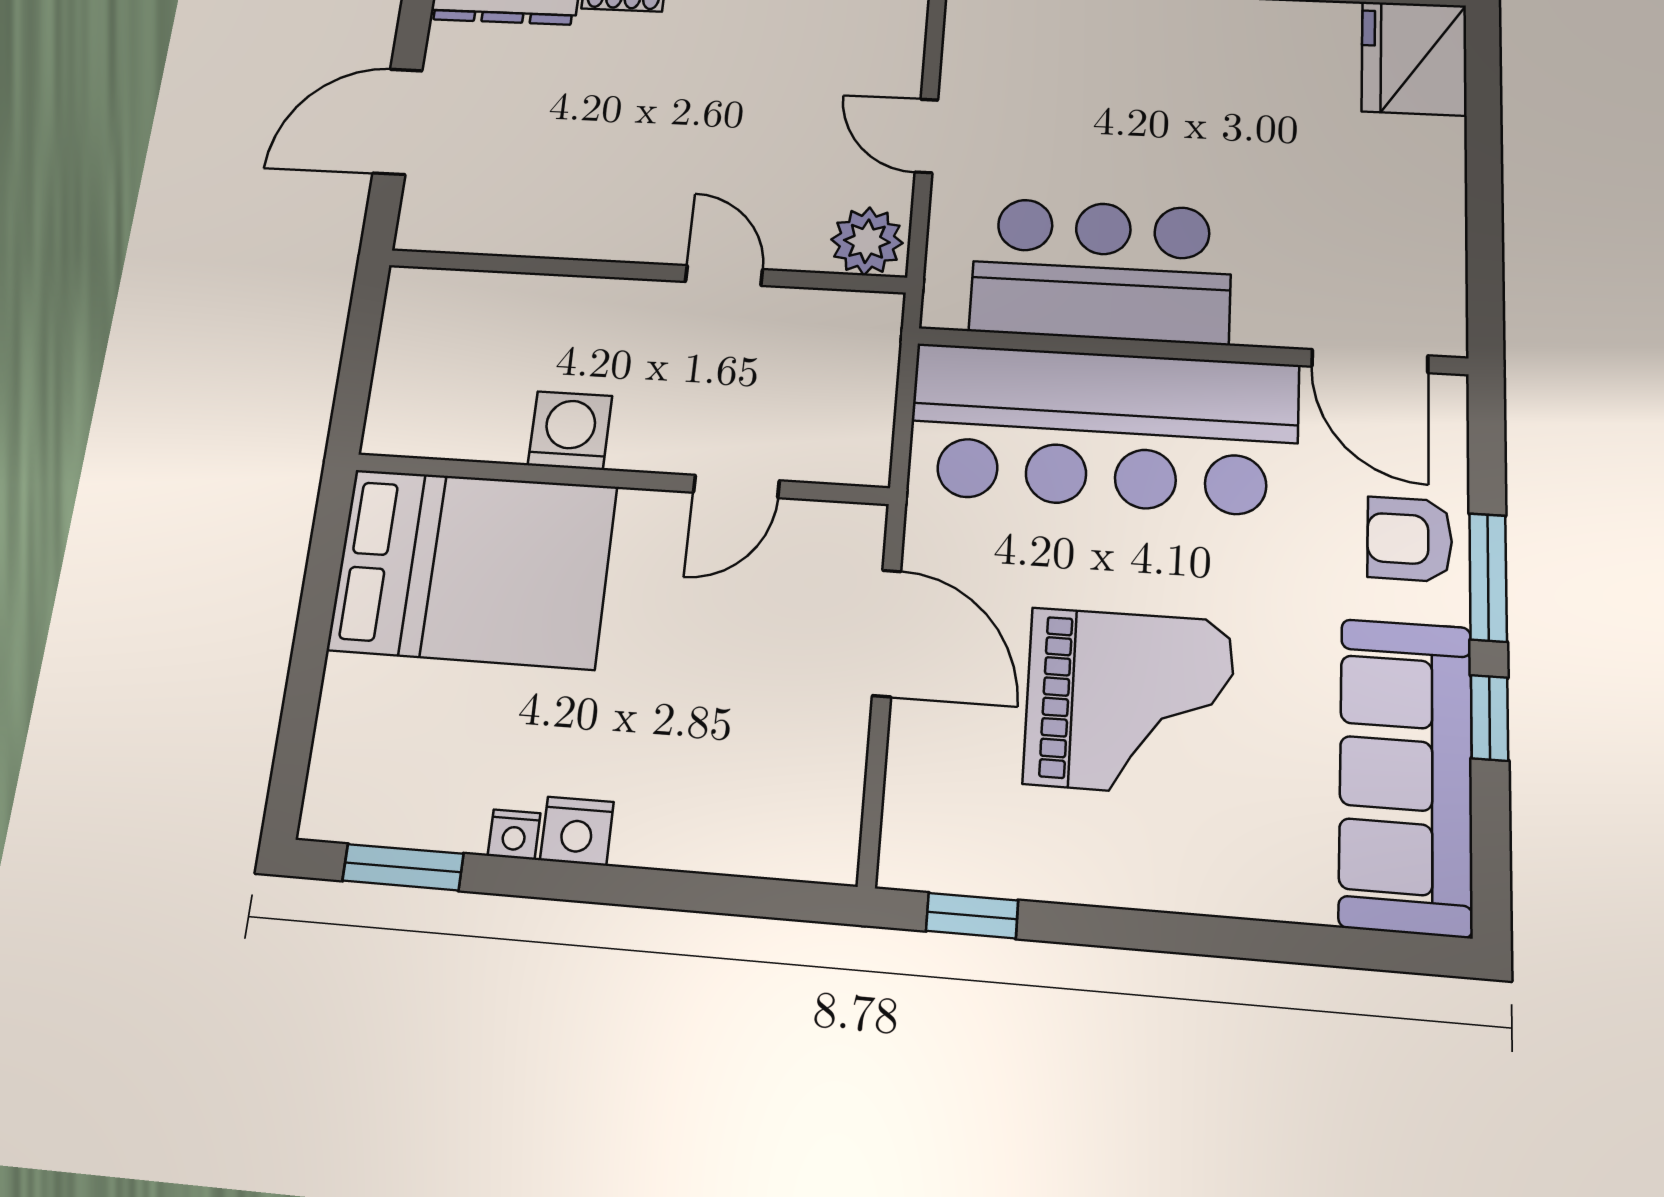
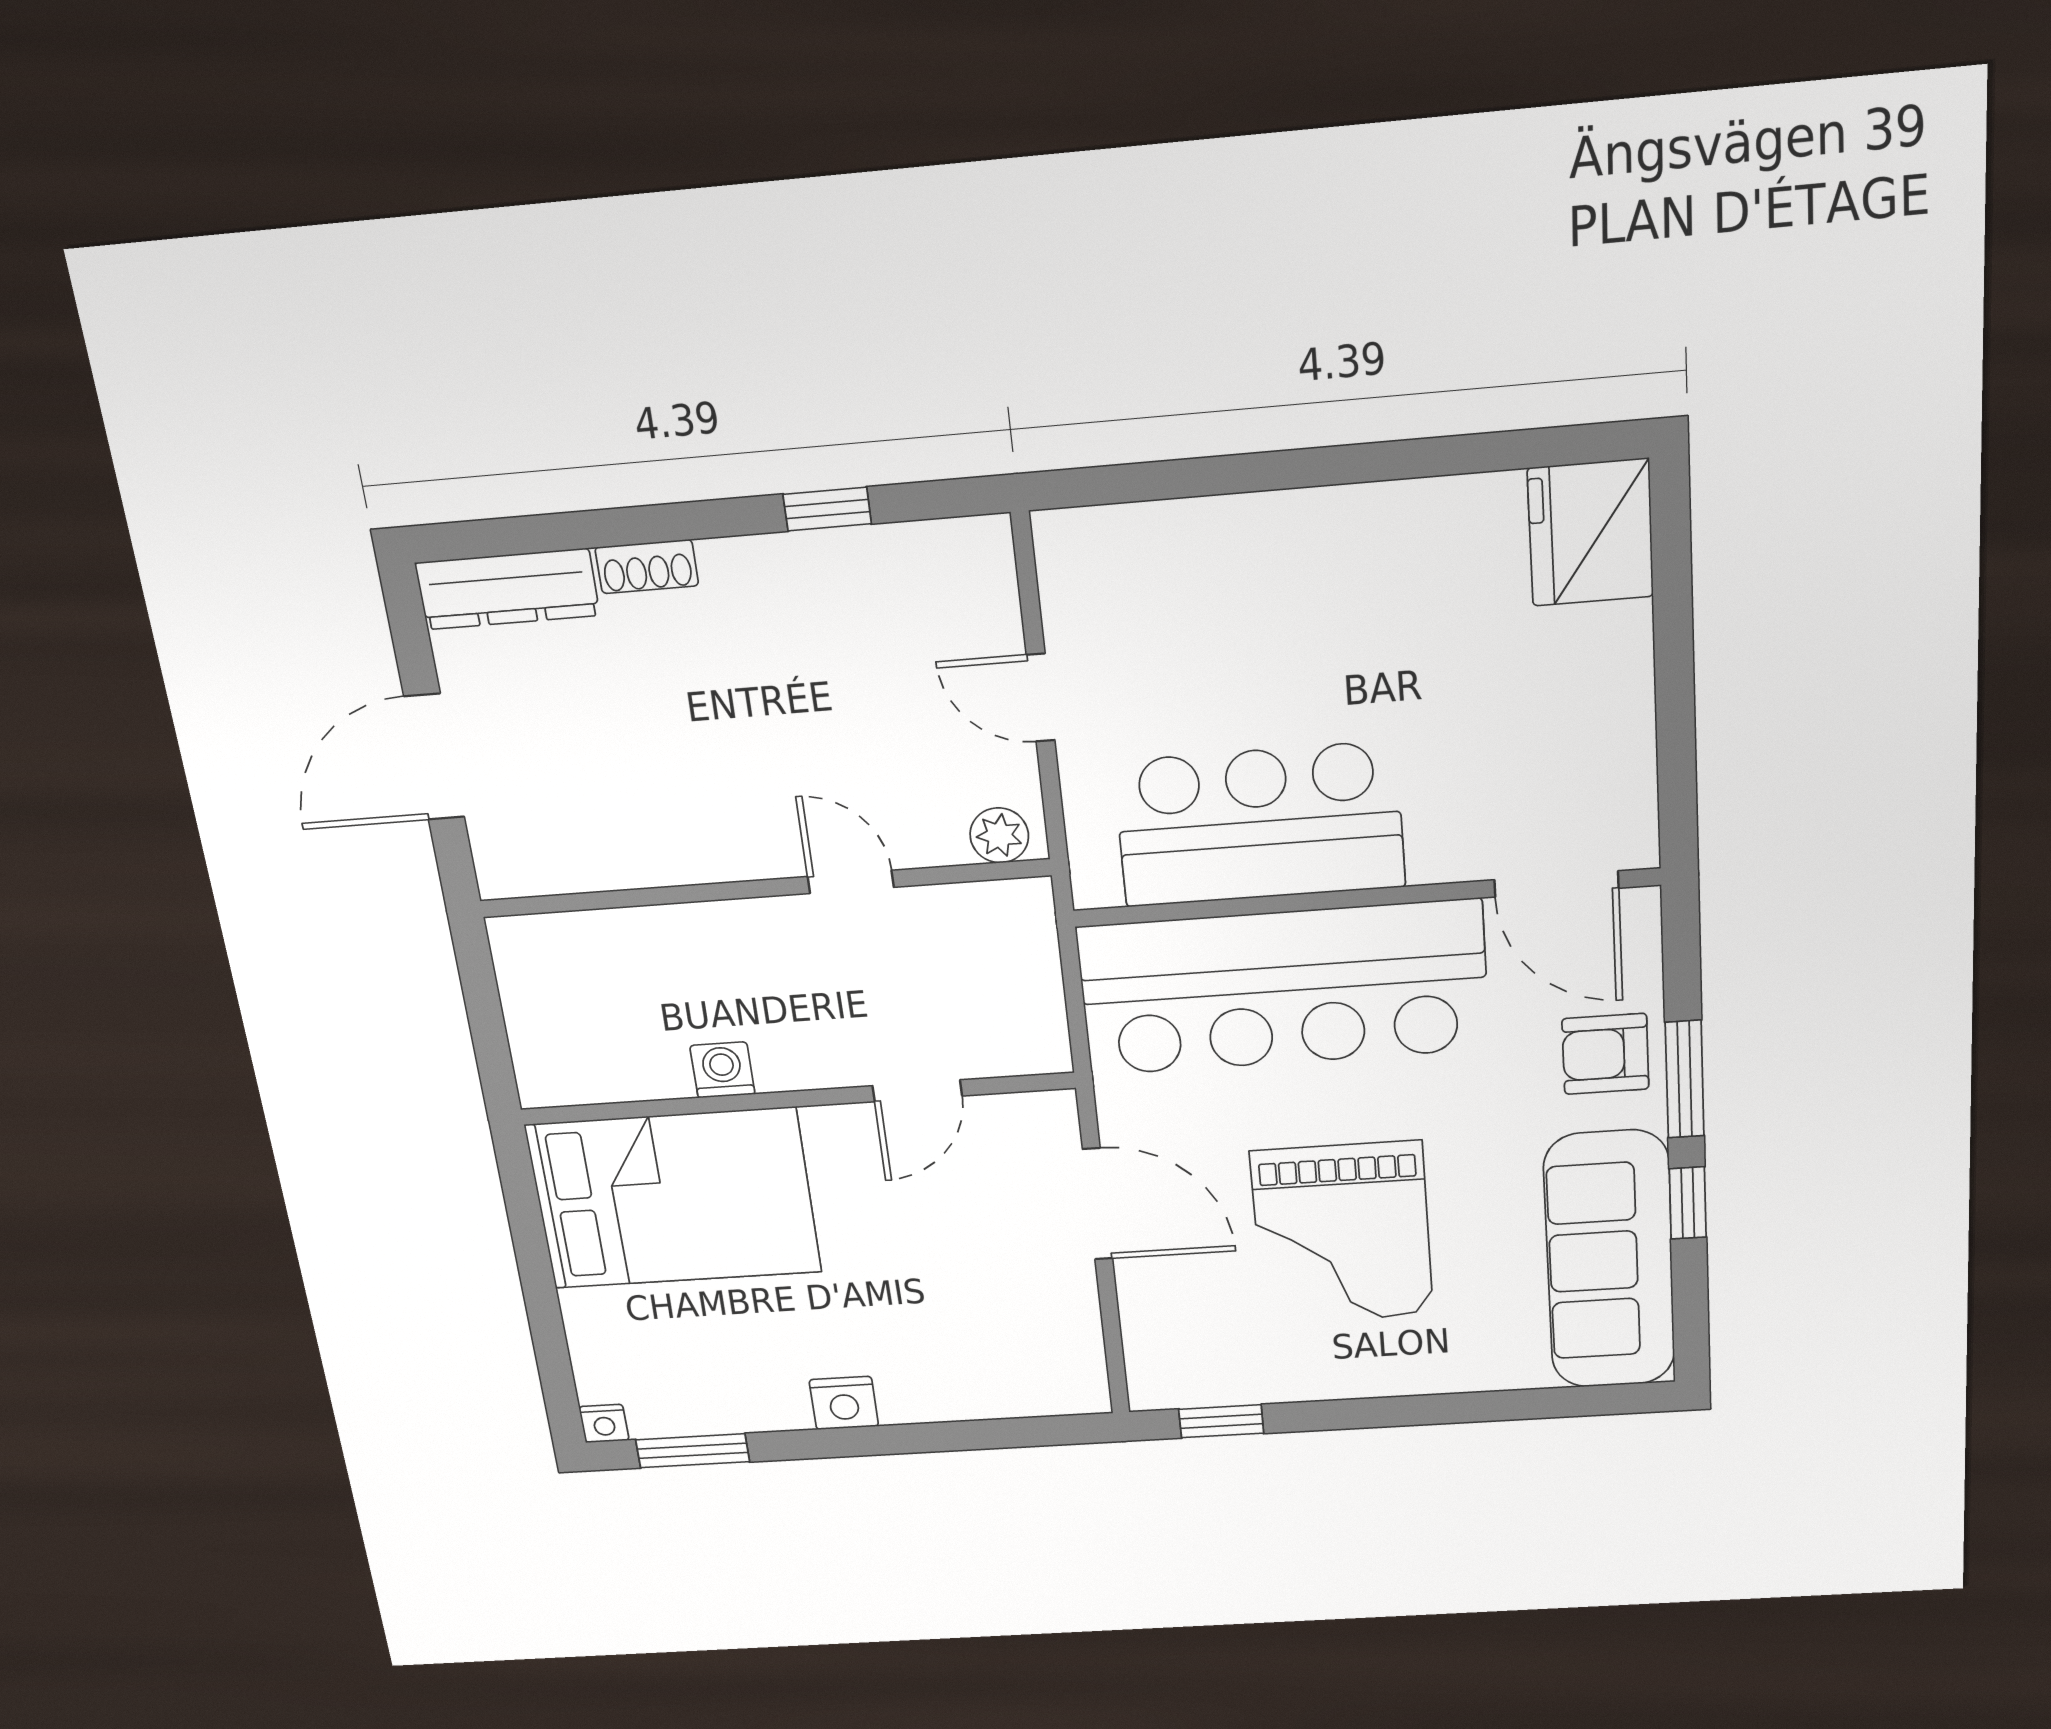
plant: (867, 241) -> (999, 835), width x0.73, depth x0.73
washing machine: (570, 430) -> (722, 1070), width x0.73, depth x0.73
grand piano: (1129, 702) -> (1342, 1233), turned 90
nightstand: (514, 835) -> (604, 1423), moved

